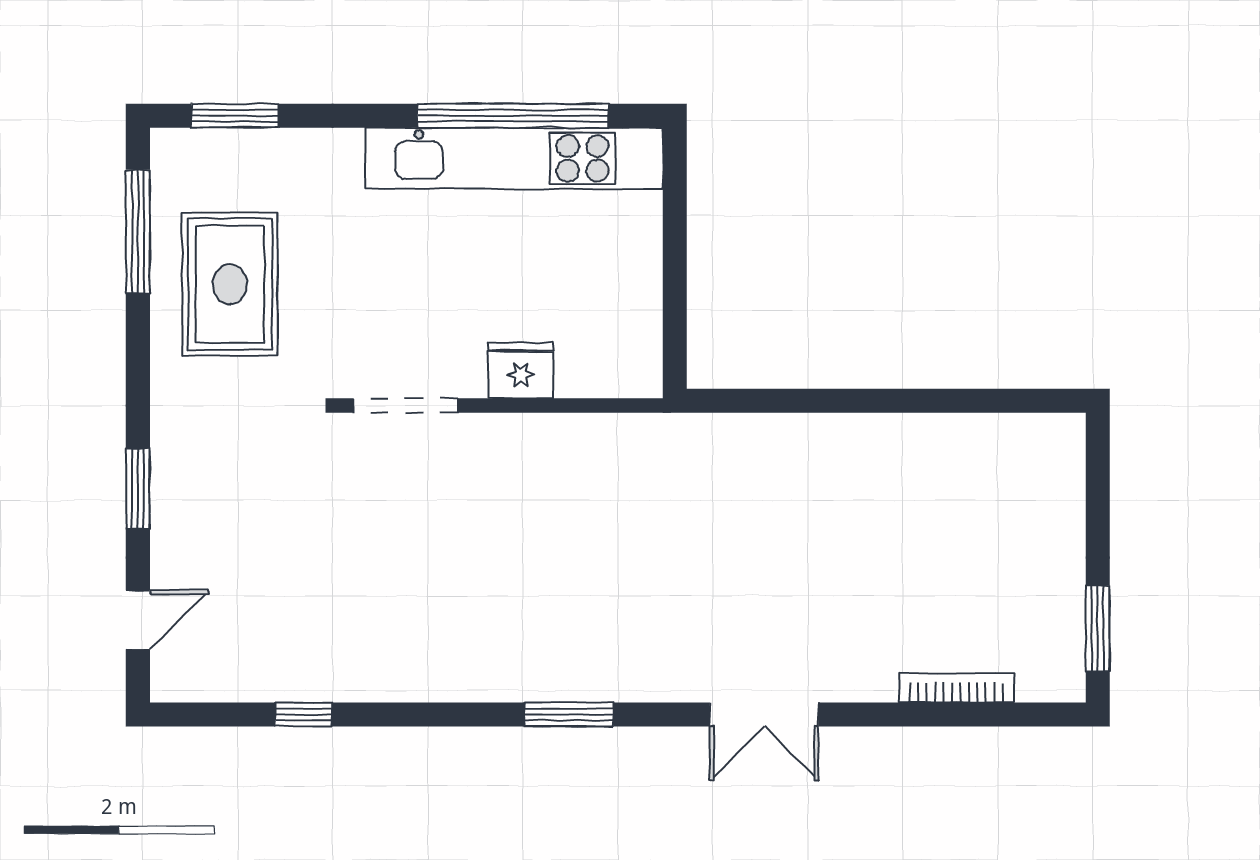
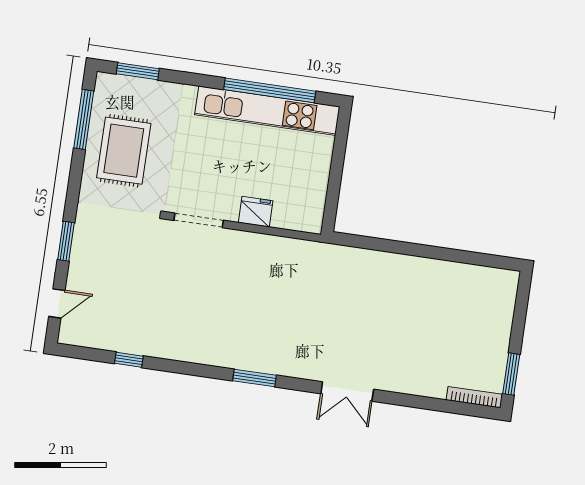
bookcase: (956, 688) -> (474, 397), moved

